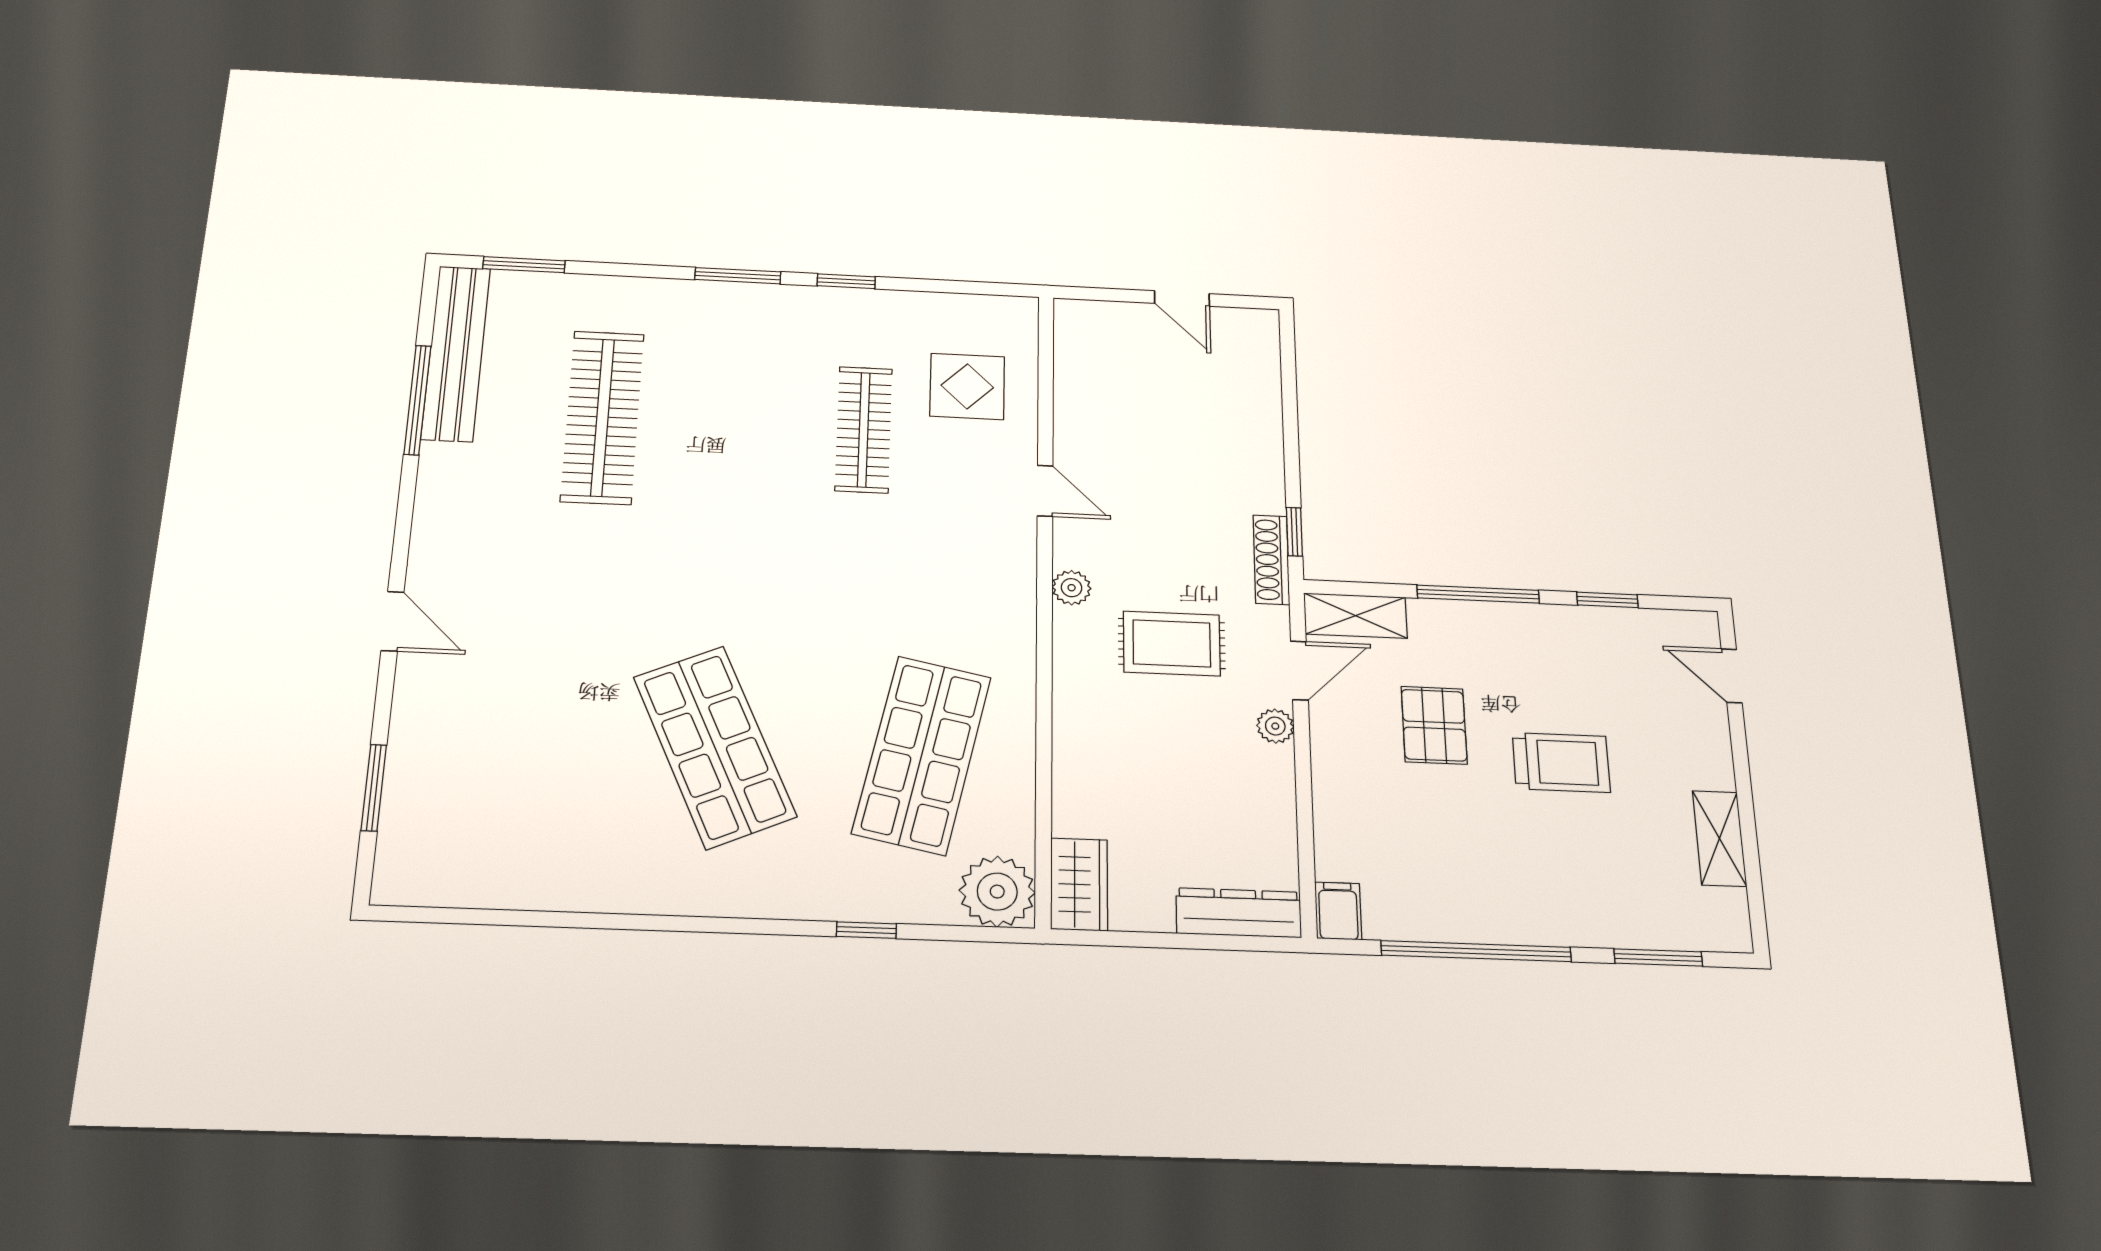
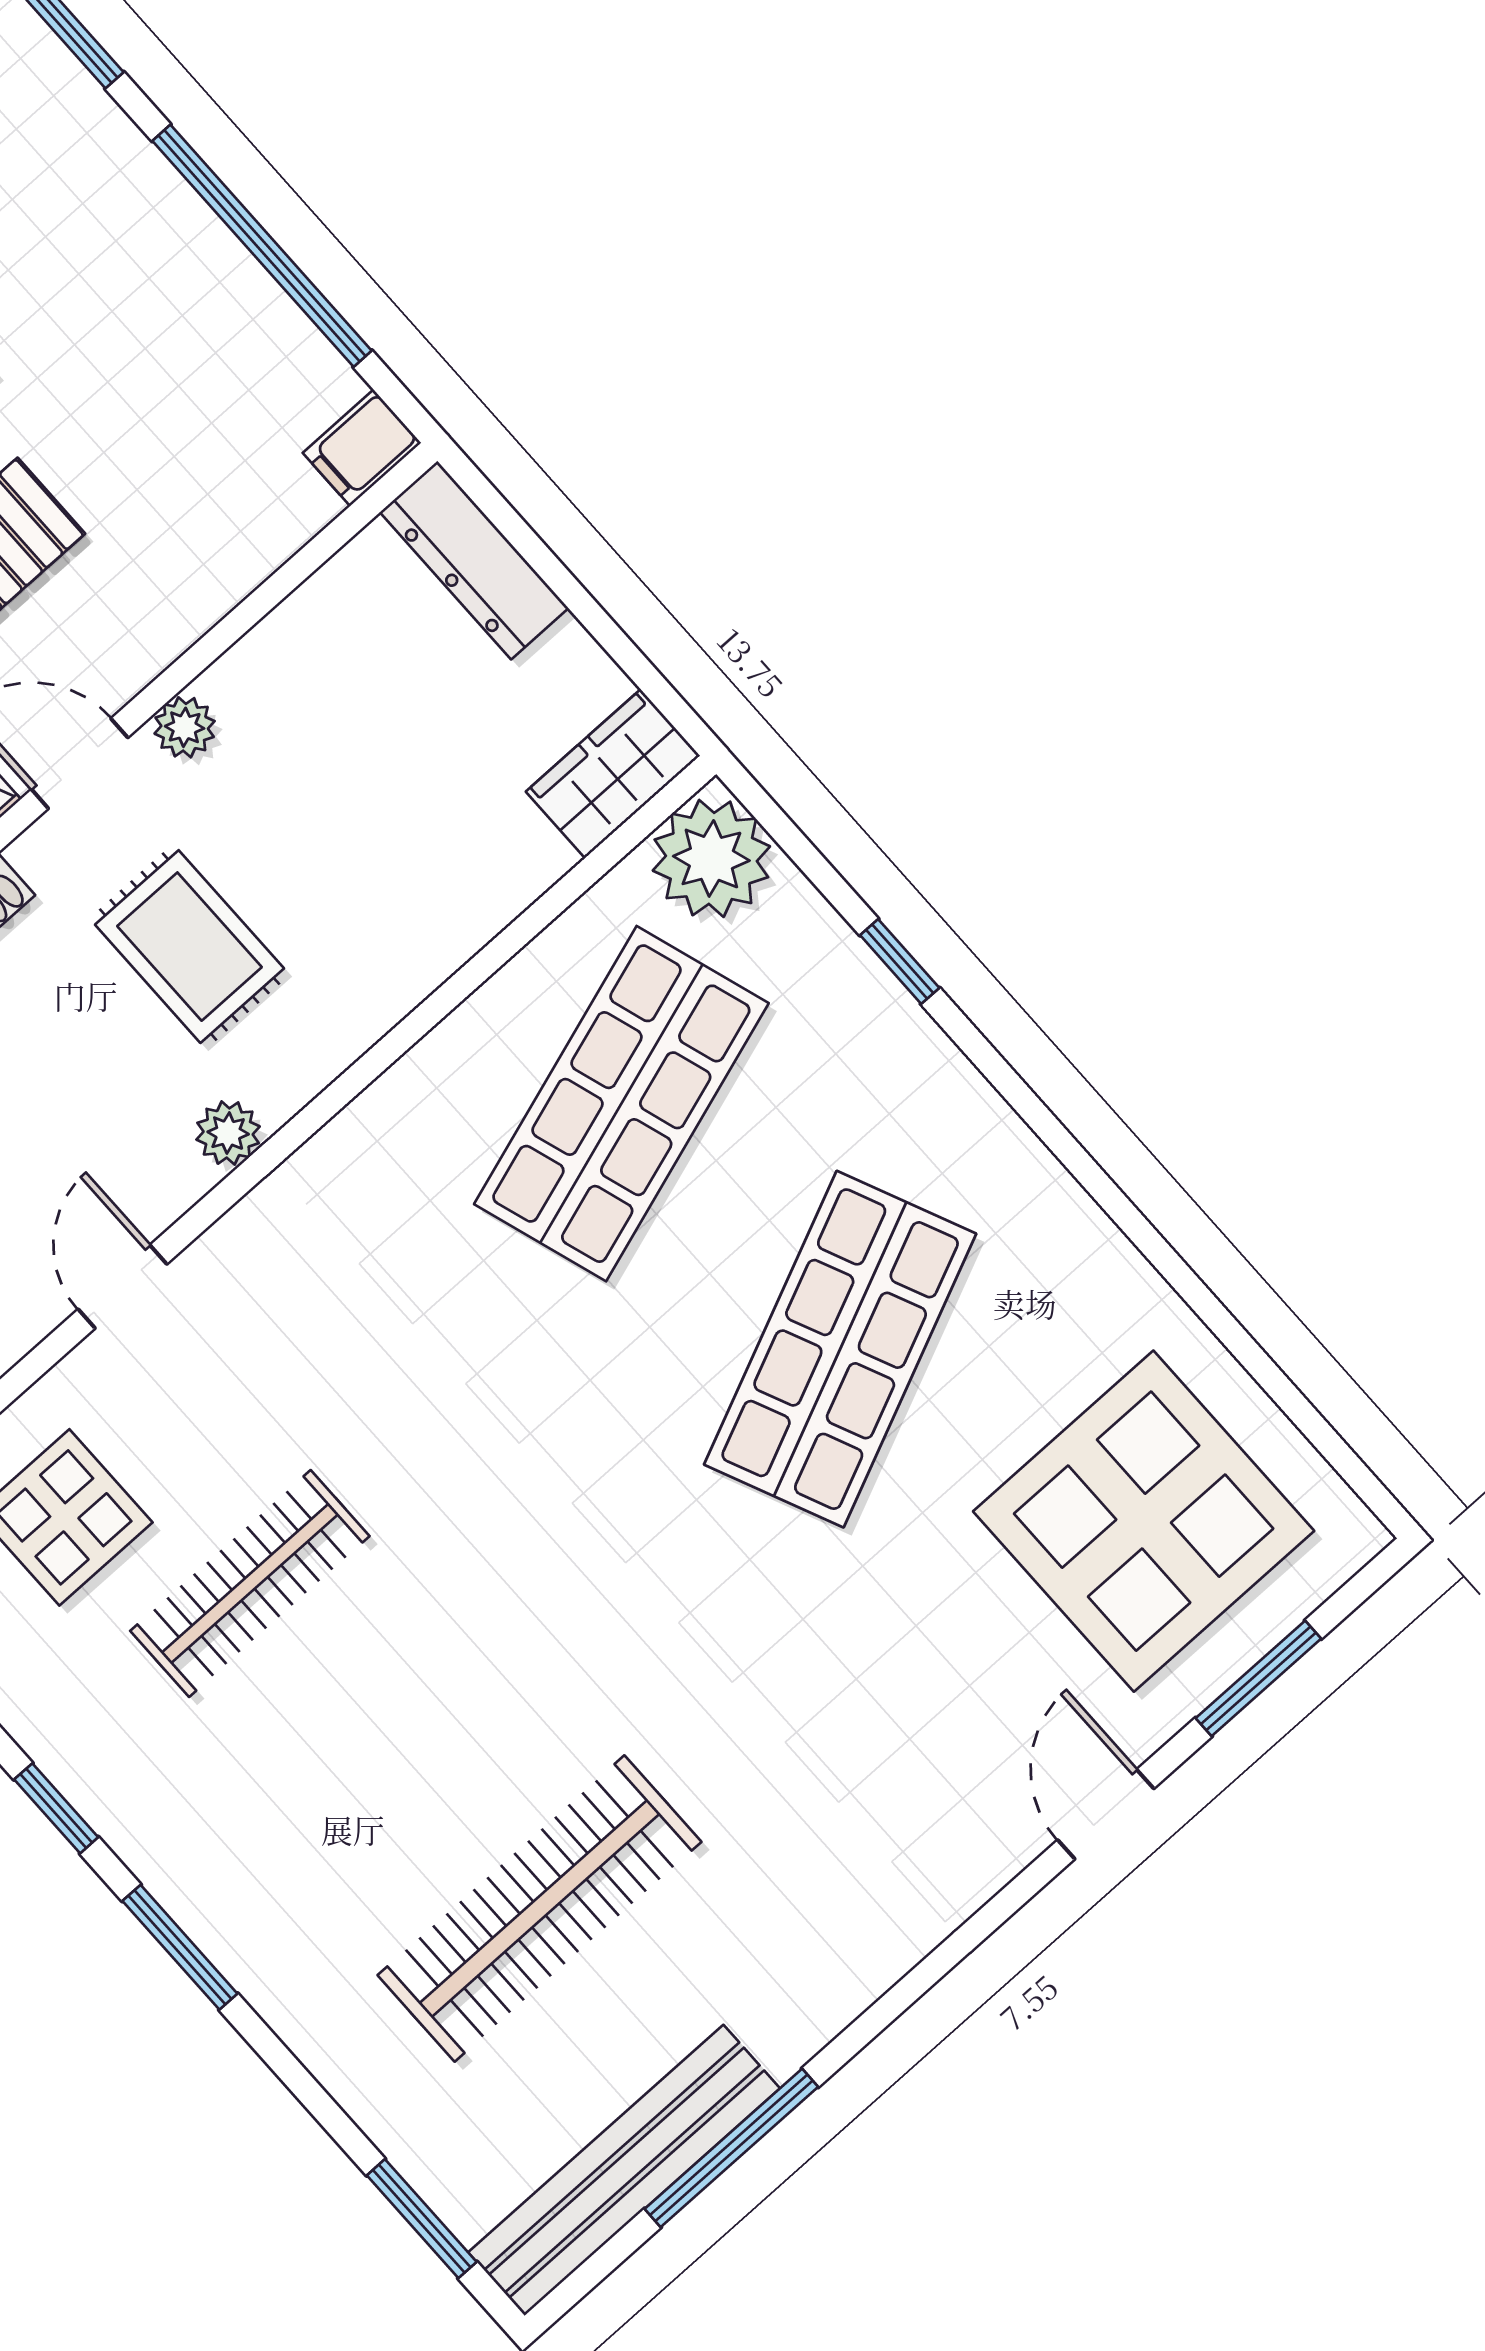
door: (393, 621) -> (1106, 1814), moved
shop shelf: (922, 755) -> (621, 1104), turned -30
display table: (498, 803) -> (1144, 1521), added

